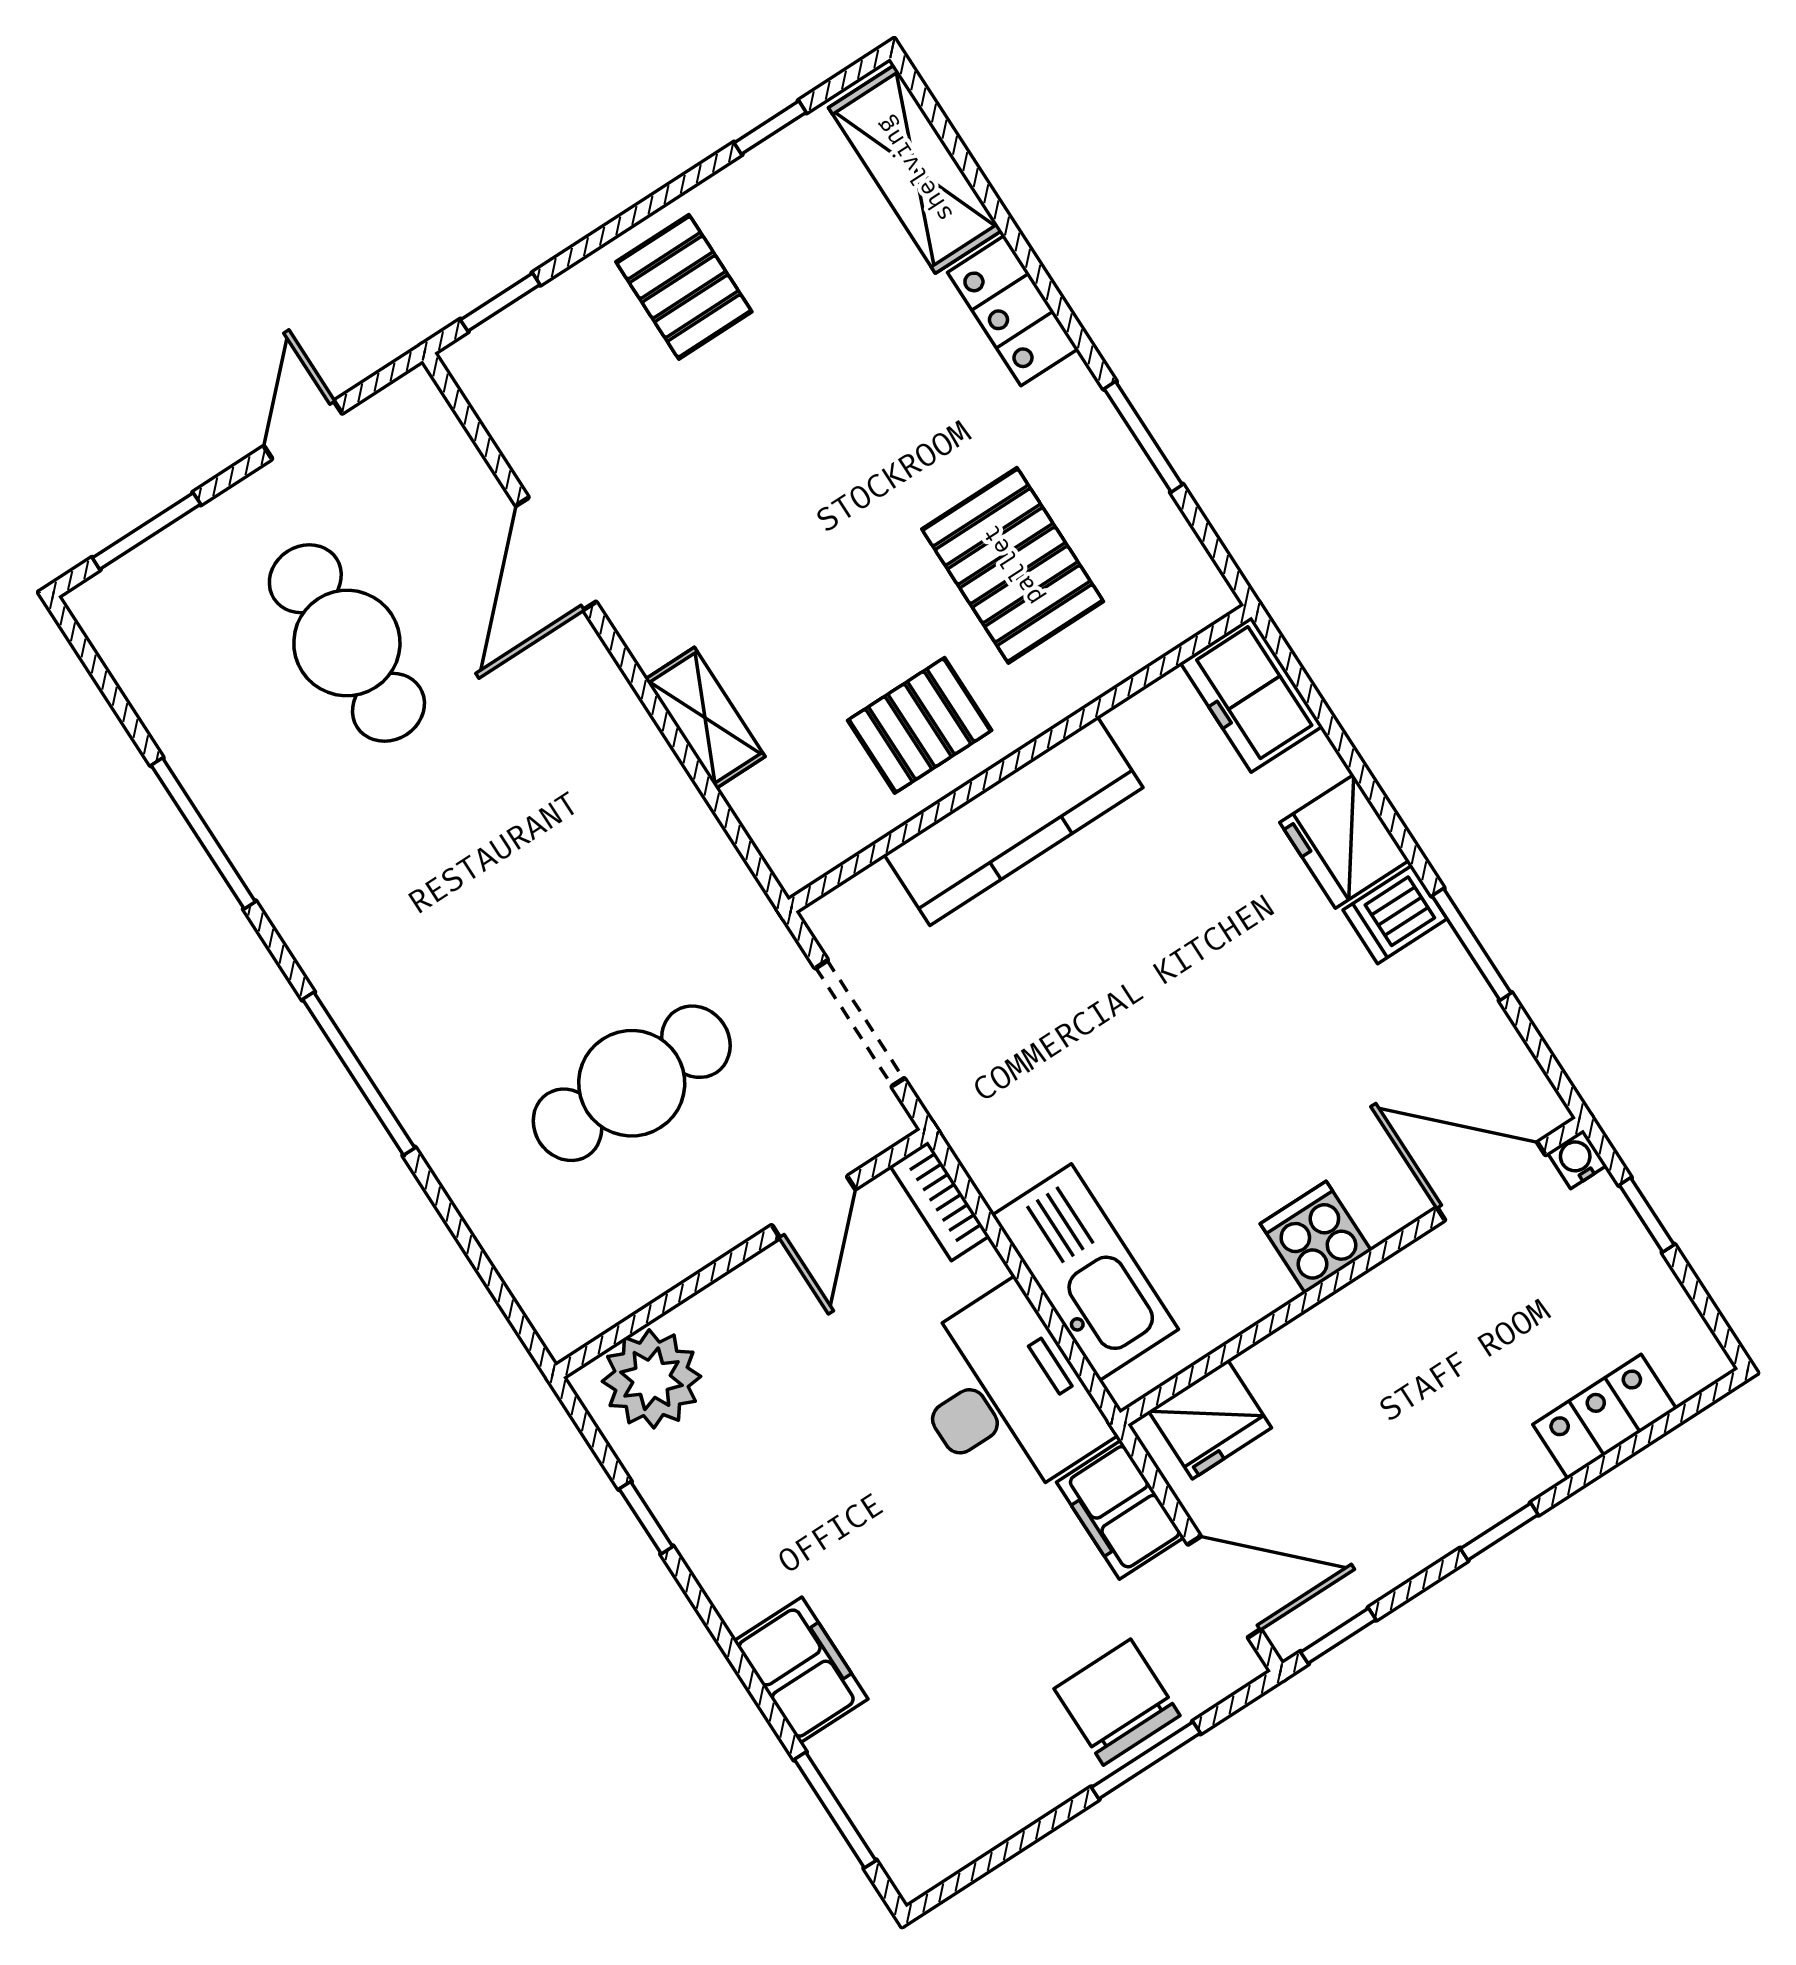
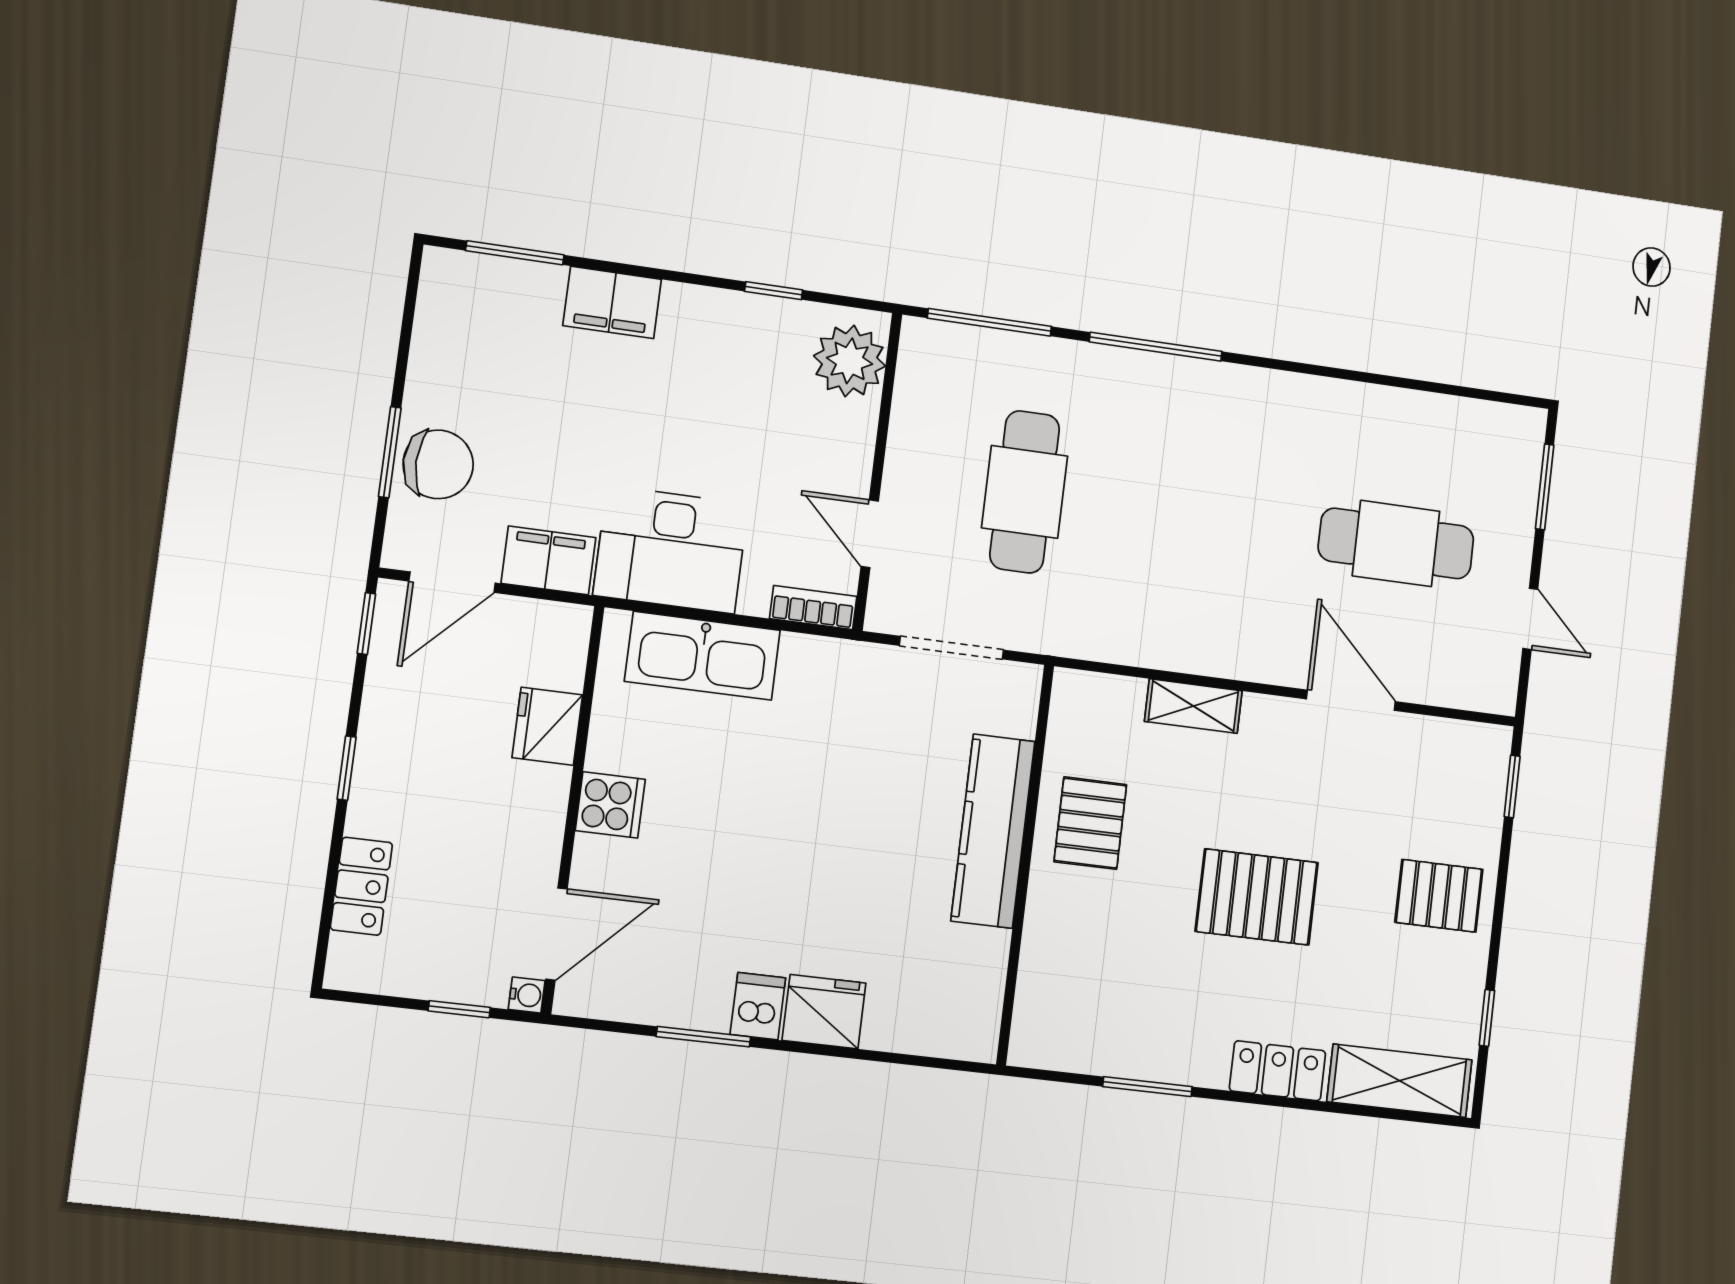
pallet: (1013, 565) -> (1257, 897), moved
freezer: (1251, 694) -> (952, 1028), removed
window: (203, 833) -> (989, 322), moved
fridge: (1210, 1420) -> (547, 726), moved

